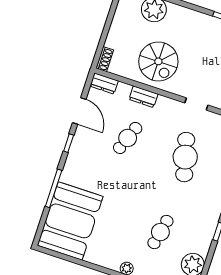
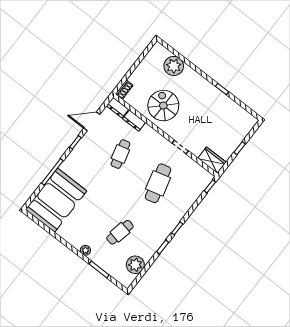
spiral stairs: (158, 61) -> (163, 106), turned 180
dresser: (144, 97) -> (134, 121), moved
door: (79, 111) -> (92, 121), swing flipped
cafe table: (128, 138) -> (120, 154), turned -36

